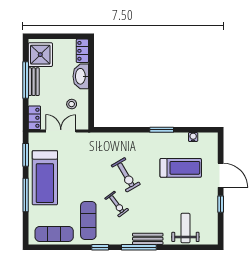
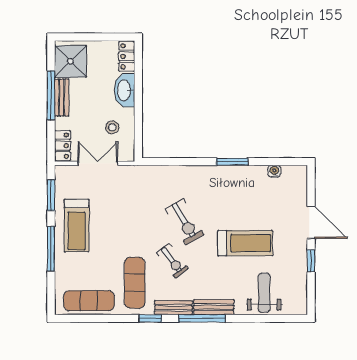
treadmill: (181, 168) -> (245, 243), moved
treadmill: (45, 178) -> (77, 226), width x0.73, depth x0.73
bench: (117, 239) -> (173, 308), added

